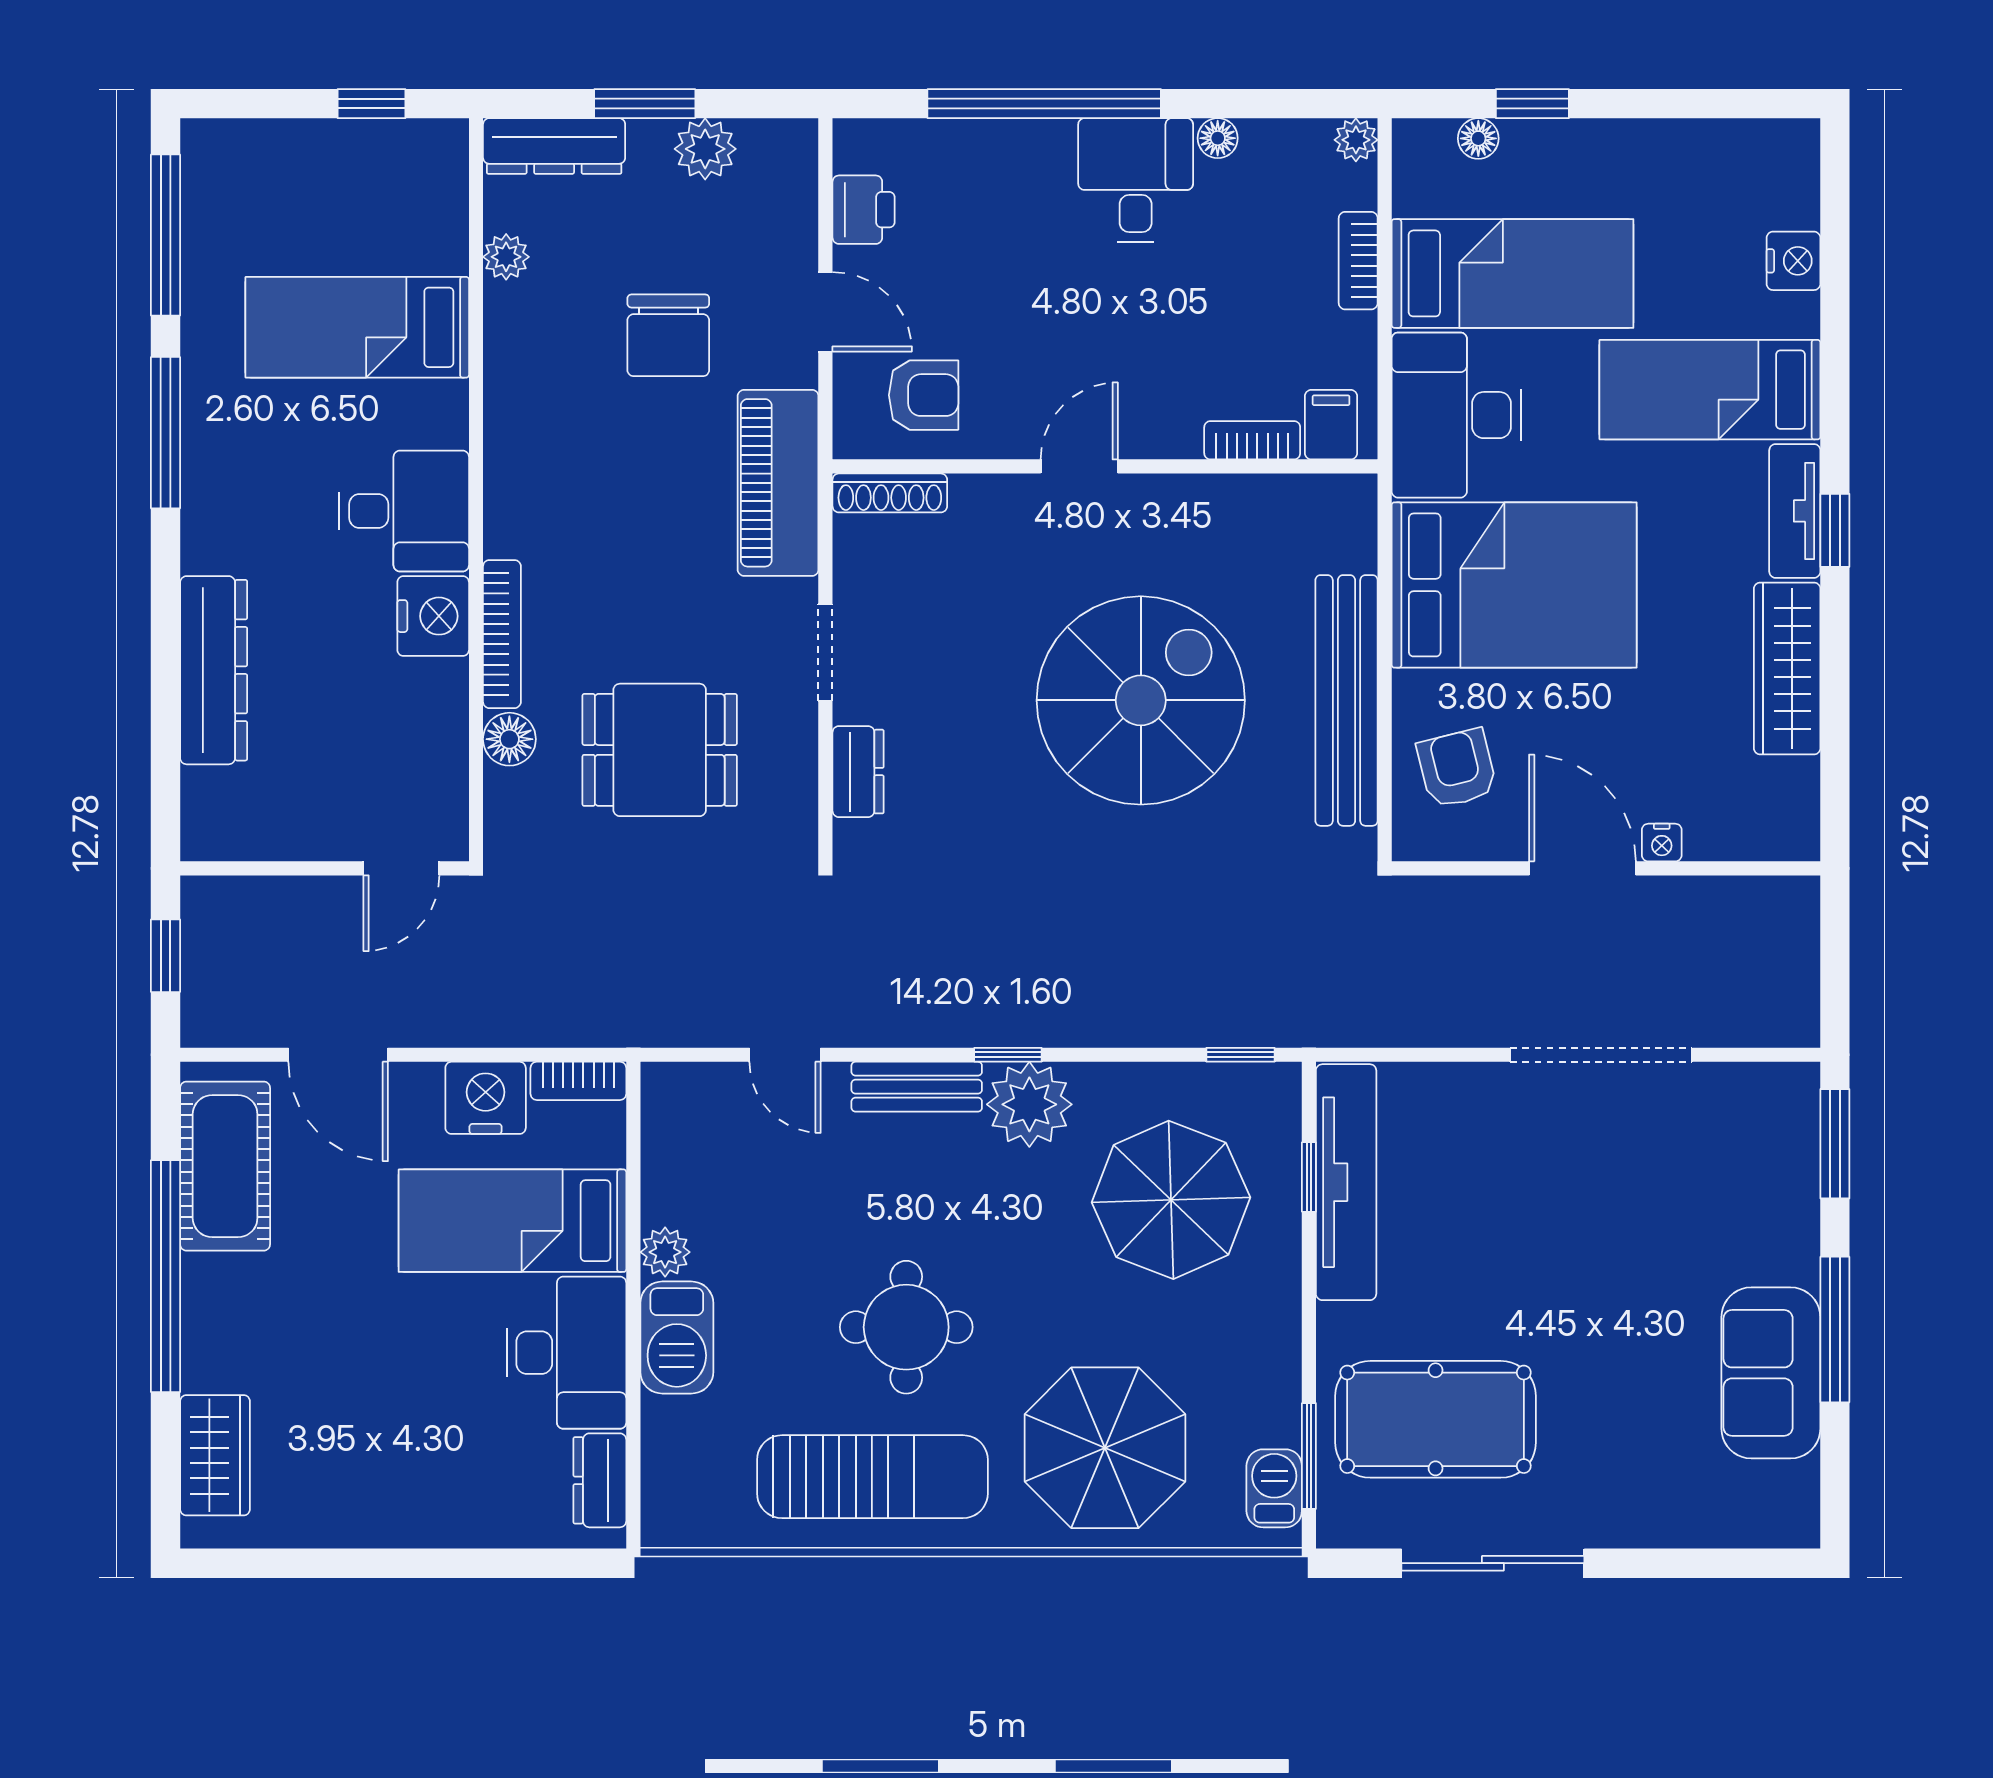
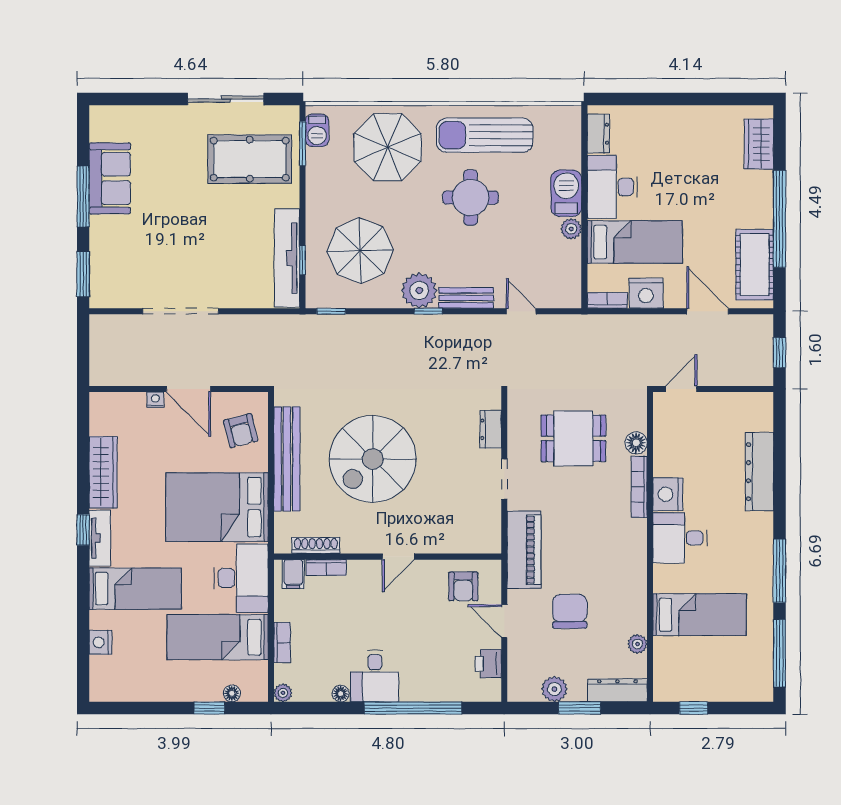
armchair: (924, 395) -> (463, 586), turned -90
shoe rack: (890, 493) -> (316, 546), moved

